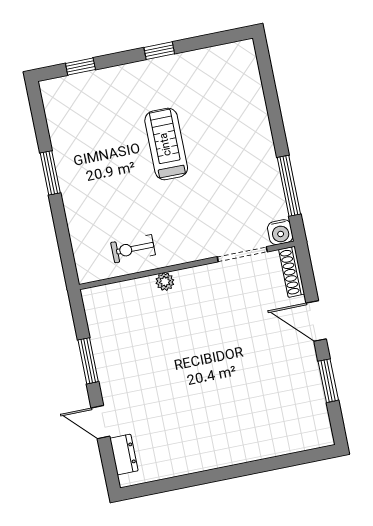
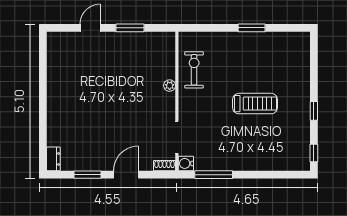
window: (80, 67) -> (314, 153), moved
exercise bike: (133, 249) -> (194, 70), width x1.38, depth x1.39
shoe rack: (292, 272) -> (164, 166), width x0.70
dresser: (124, 455) -> (53, 159), moved, turned -90

